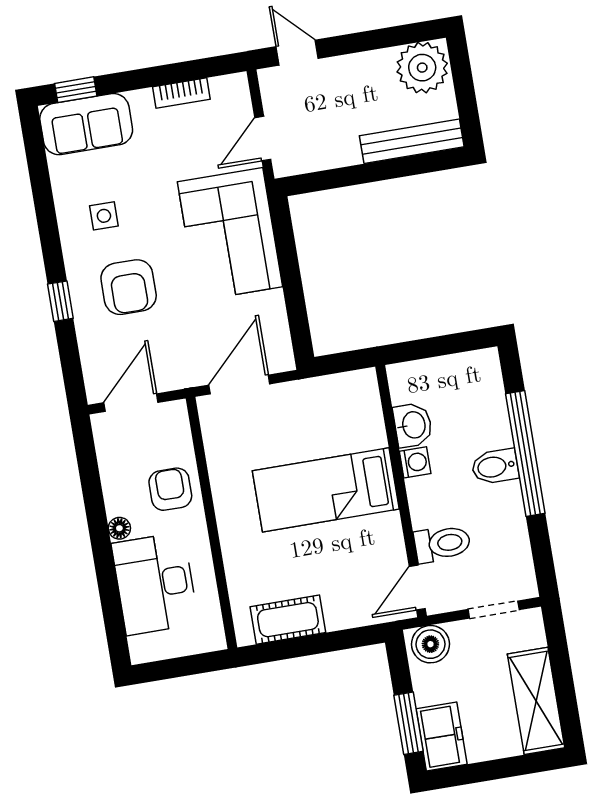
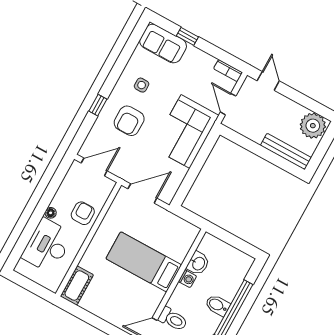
window: (76, 90) -> (187, 36), moved
bookcase: (181, 93) -> (228, 71), moved
door: (263, 139) -> (228, 104), hinge flipped
cot: (288, 620) -> (77, 285), moved, turned 90

